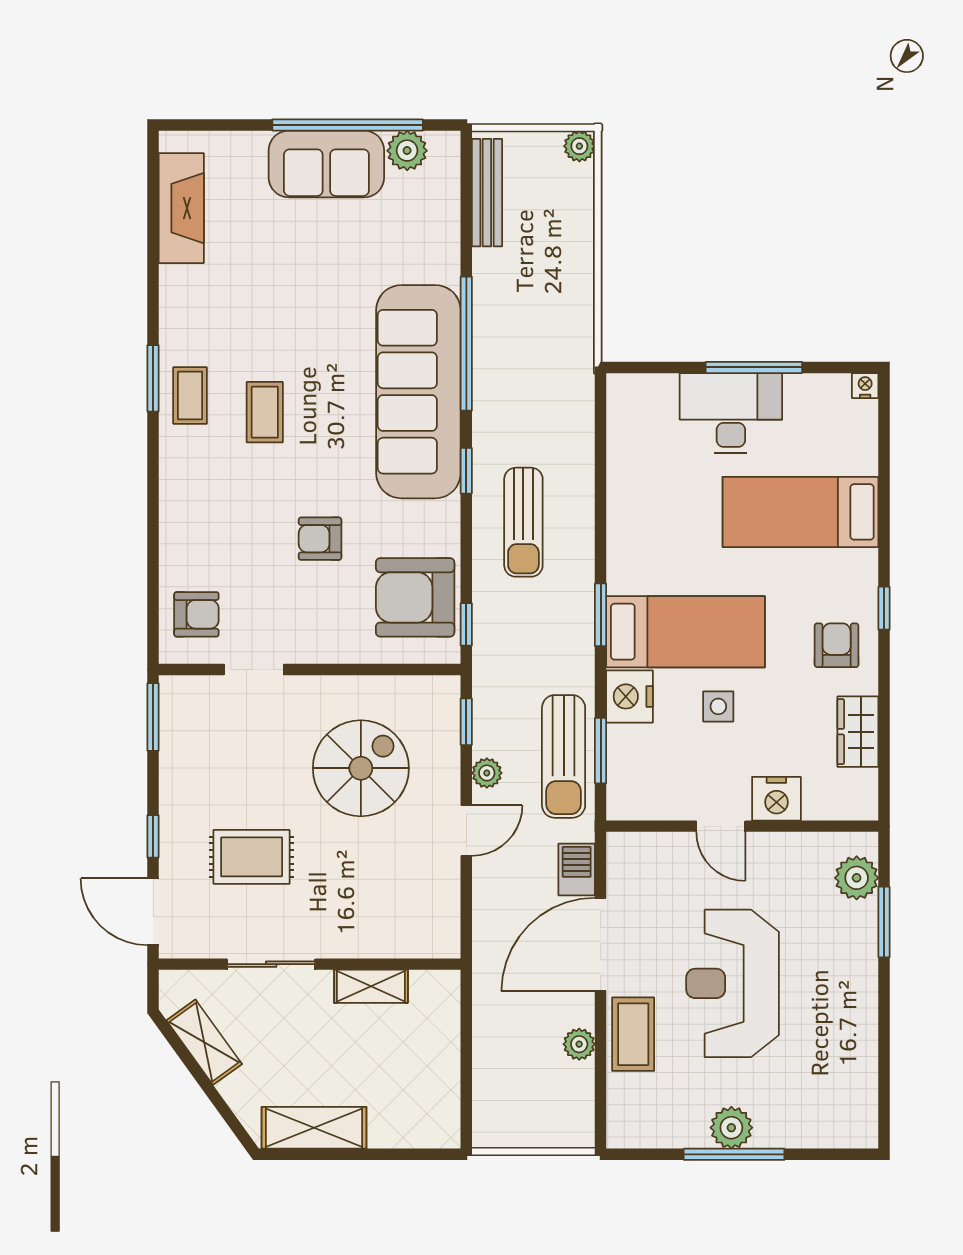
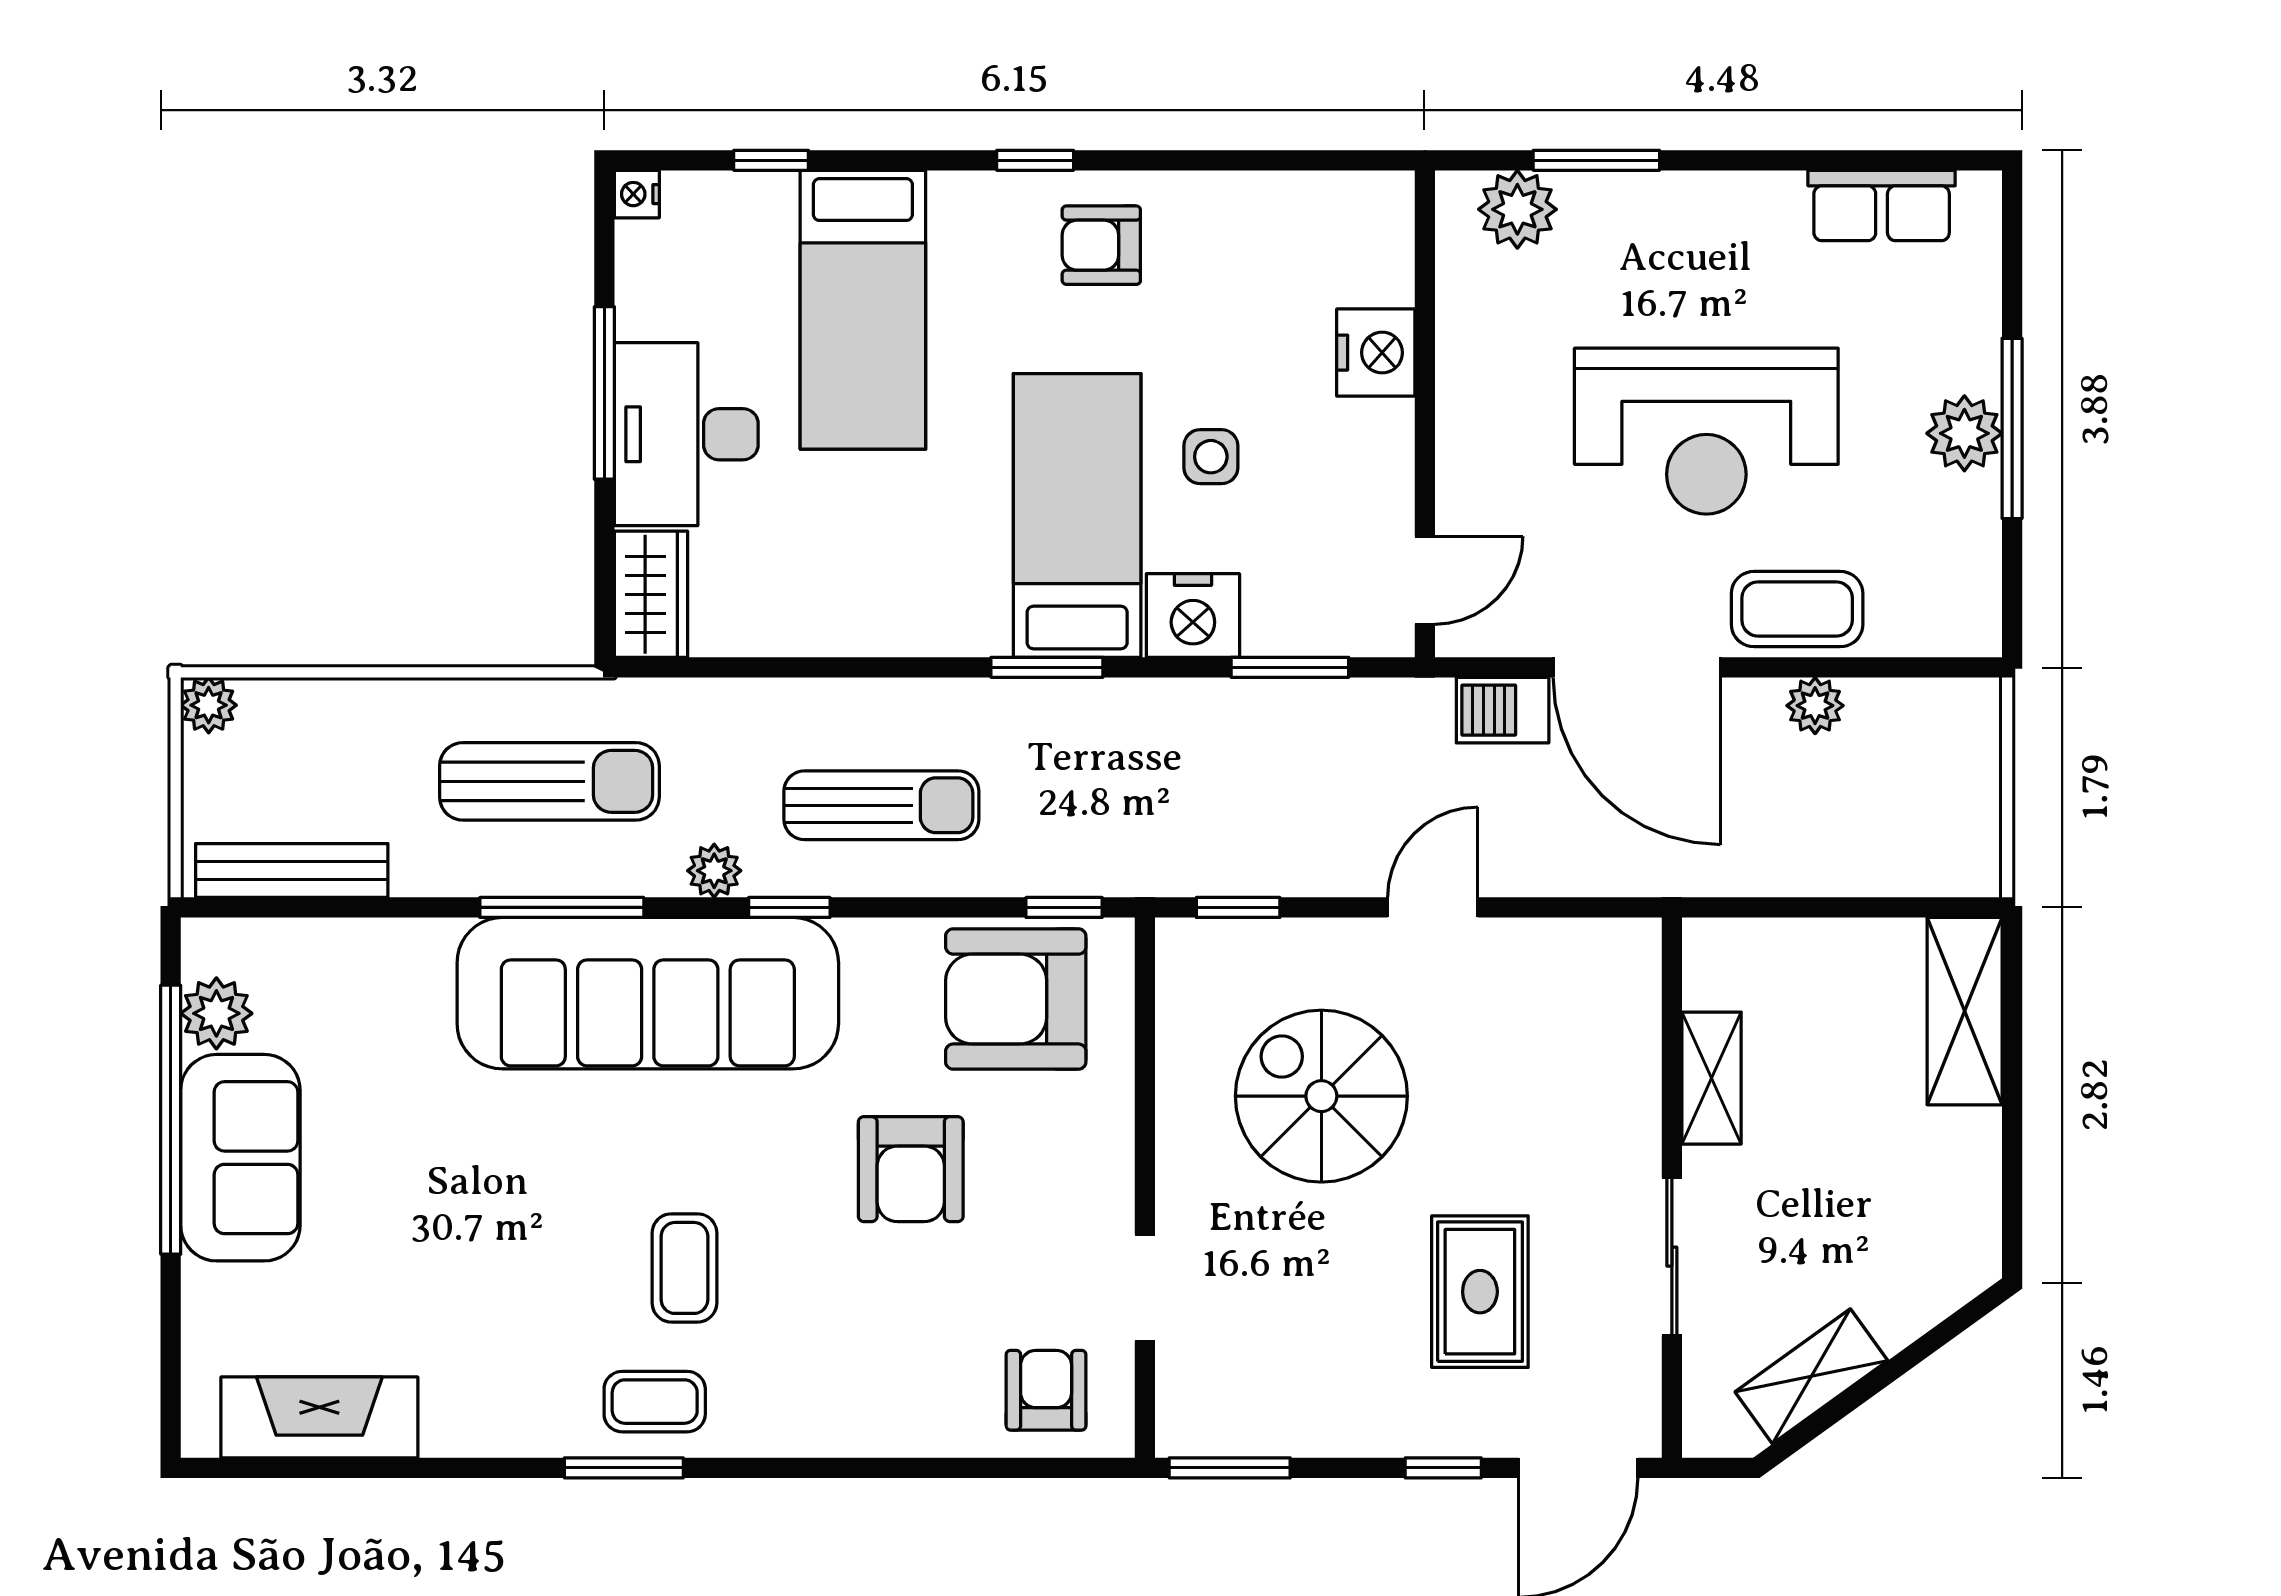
window: (466, 344) -> (562, 907), width x0.68
coffee table: (265, 412) -> (684, 1268), turned 90
window: (884, 461) -> (771, 160), added
armchair: (320, 539) -> (911, 1169), width x1.38, depth x1.38
armchair: (415, 597) -> (1016, 999), turned 90
wardrobe: (858, 732) -> (651, 594), moved, turned -90
sun lounger: (564, 756) -> (549, 781), moved
plant: (487, 773) -> (714, 871), moved
door: (721, 826) -> (1425, 580), moved
door: (466, 831) -> (1433, 907), hinge flipped
row of seats: (859, 1081) -> (1882, 205), added
shelving: (314, 1128) -> (1965, 1011), moved

